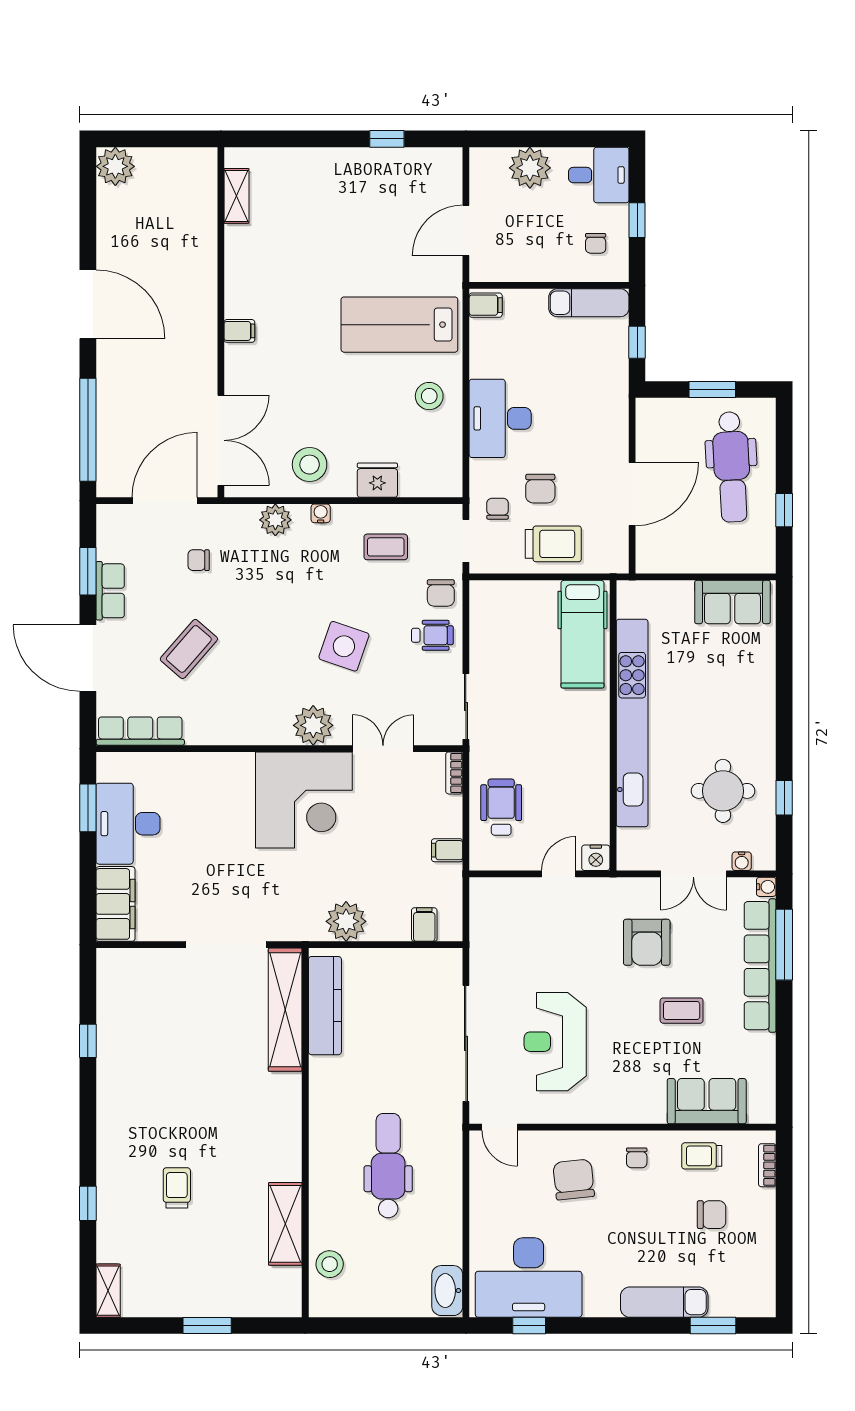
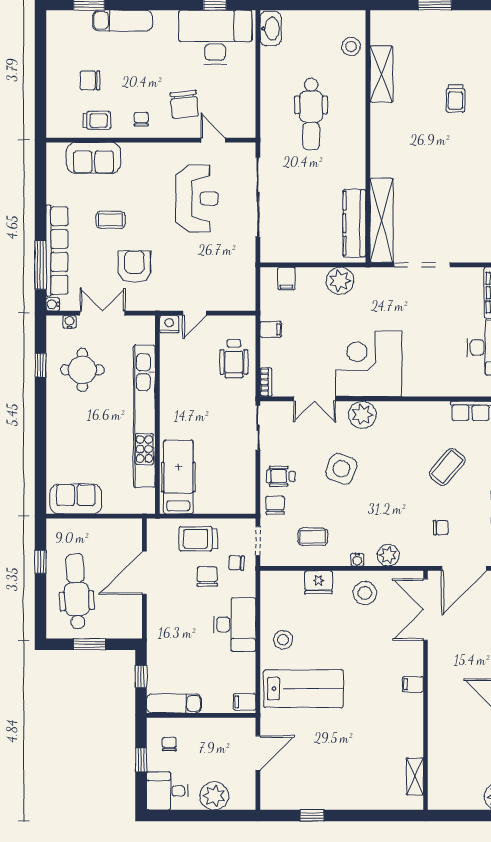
chair: (498, 509) -> (236, 563), turned 92
door: (500, 1127) -> (213, 140), moved
bookcase: (767, 1165) -> (52, 114), removed

